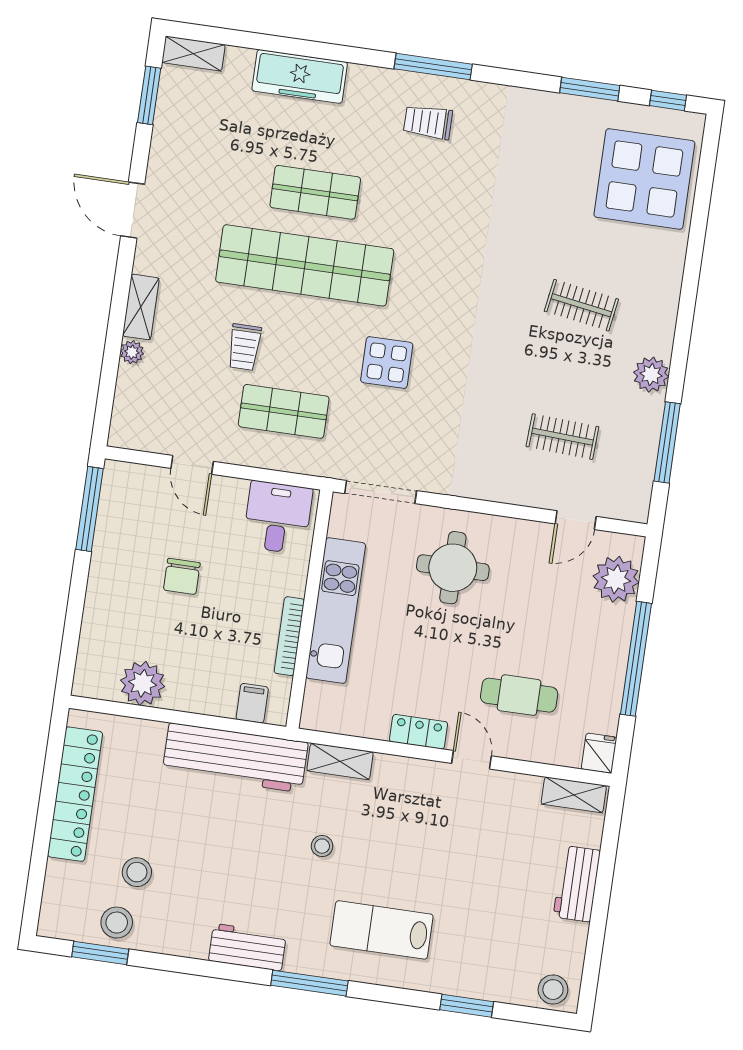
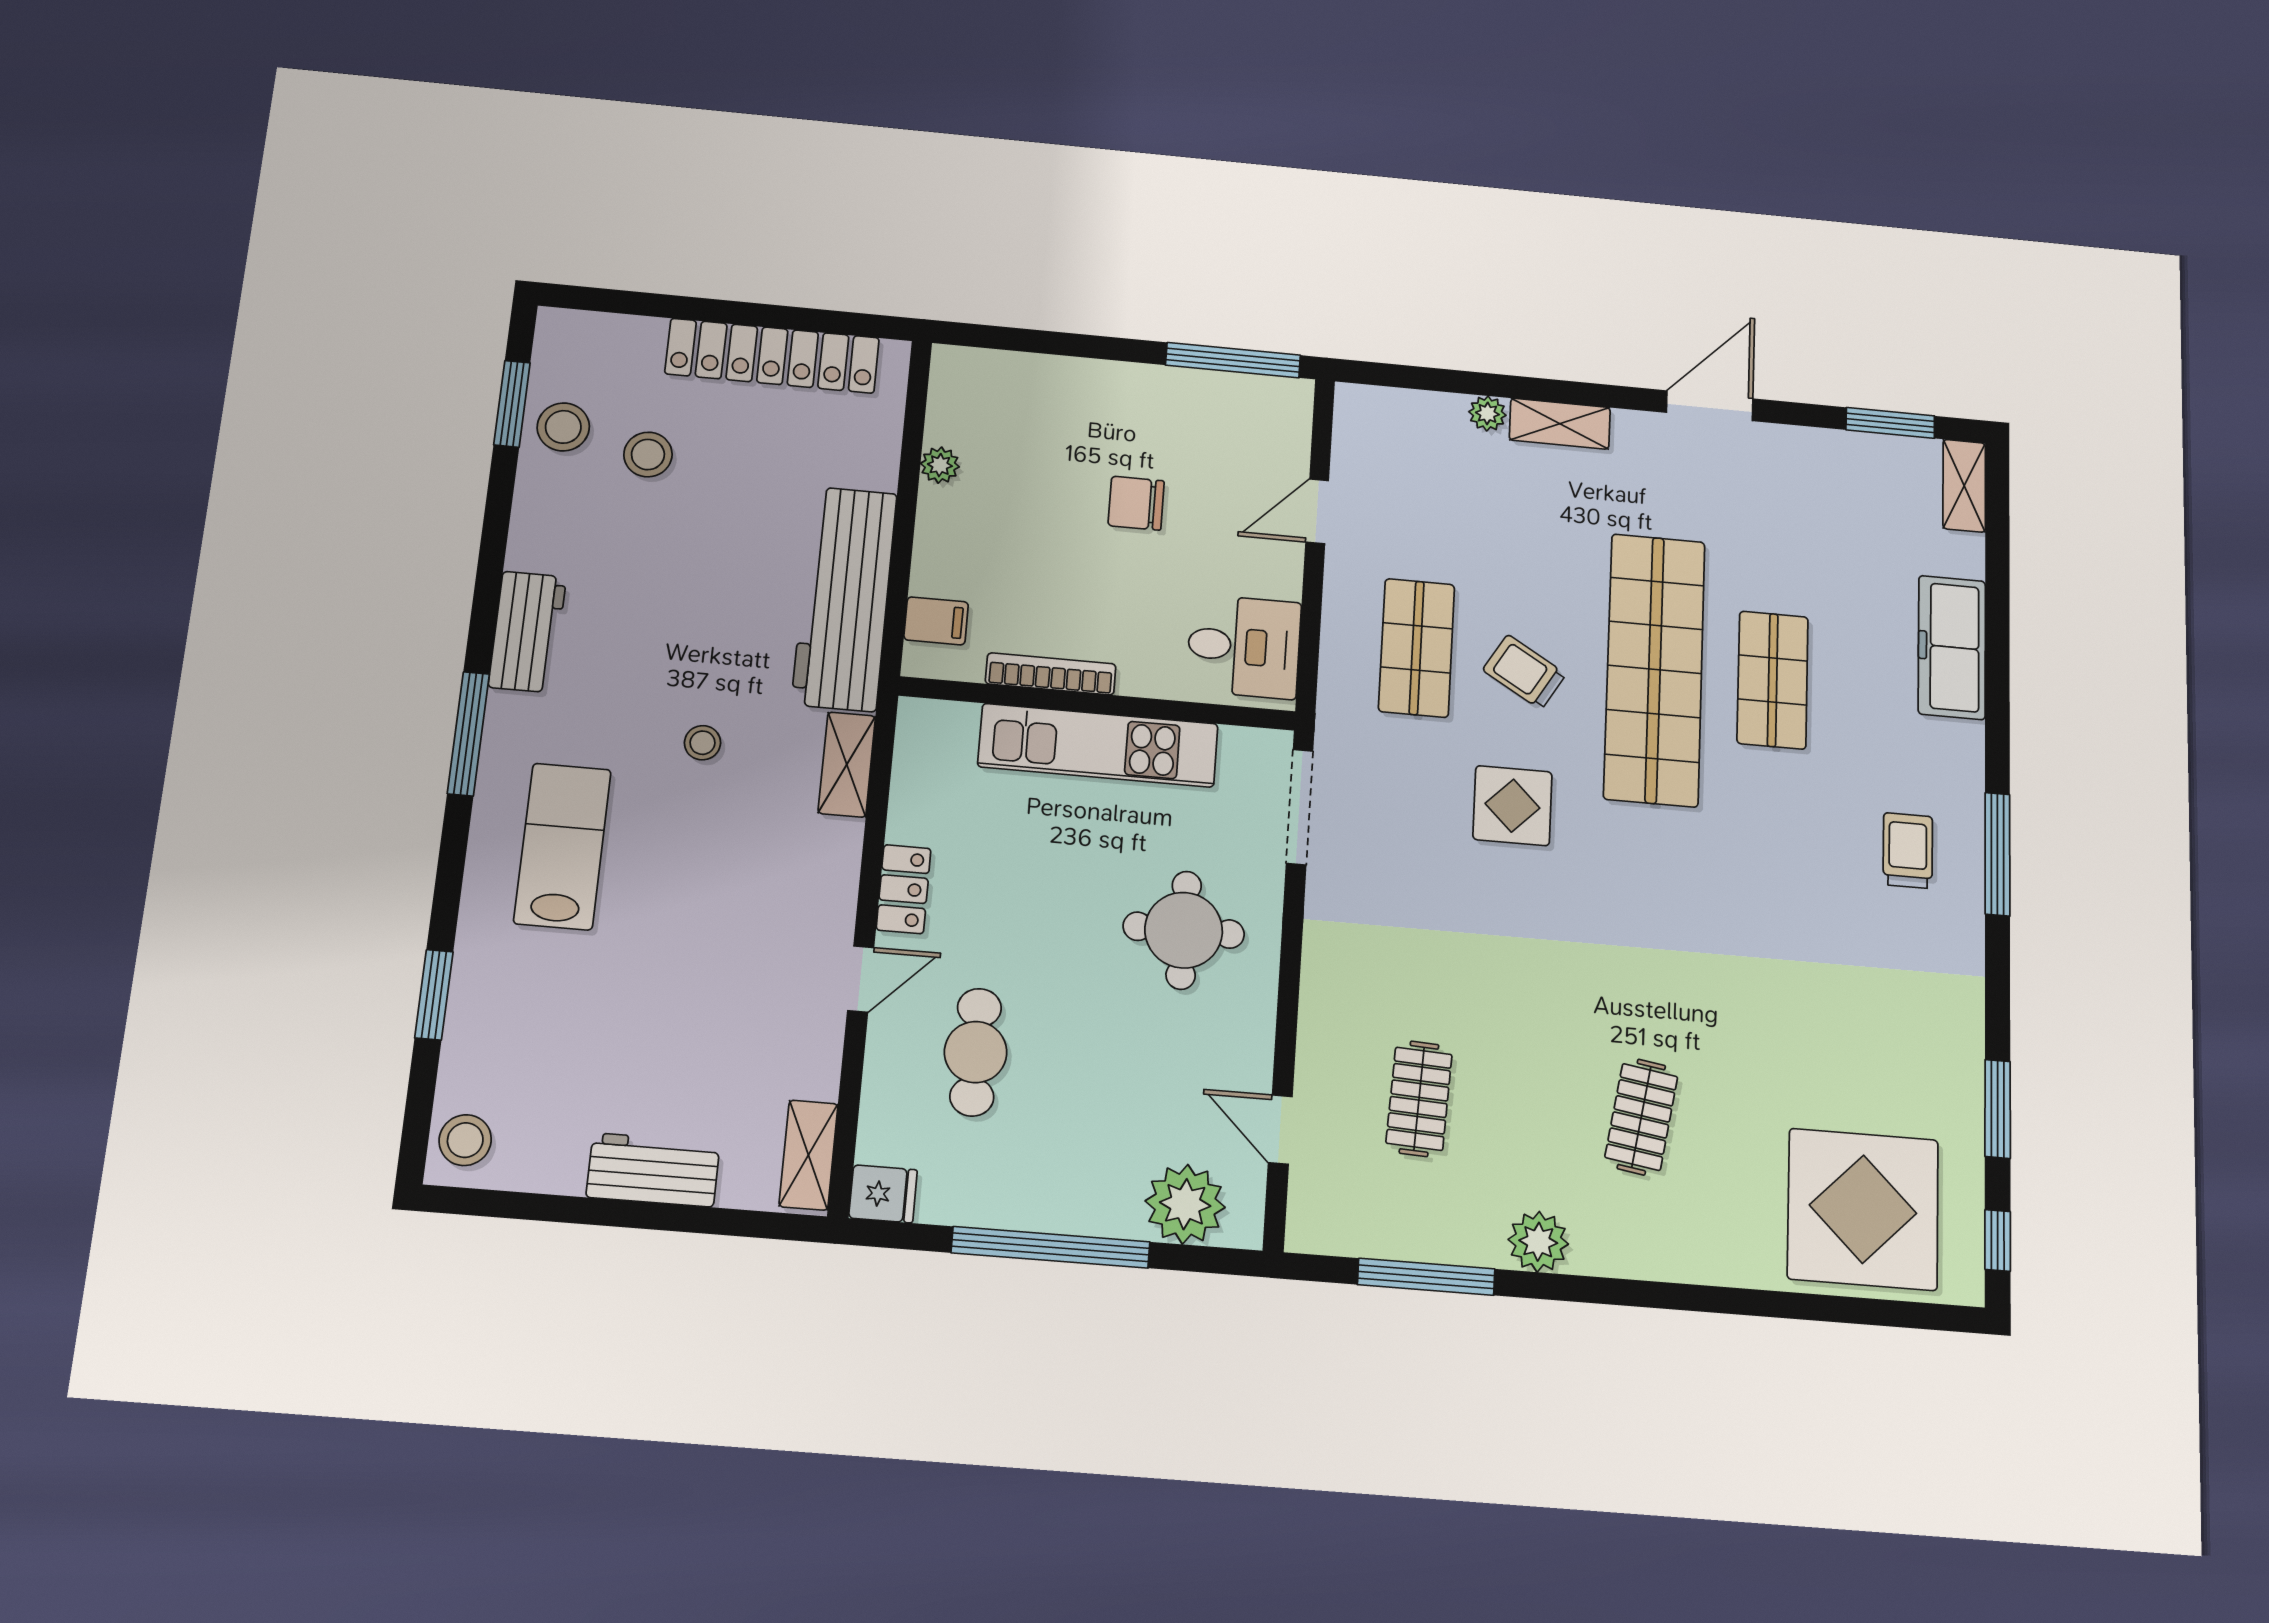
trolley: (244, 347) -> (1524, 672), moved, turned 31
plant: (143, 683) -> (940, 465), width x0.53, depth x0.53

